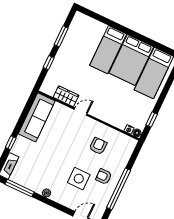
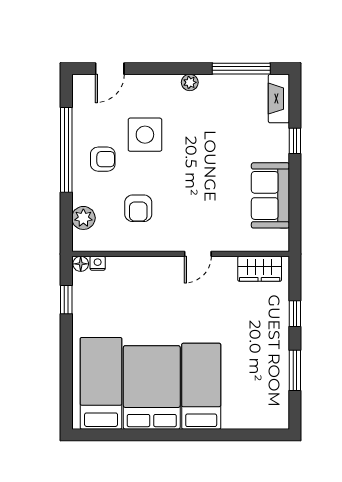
wardrobe: (66, 96) -> (260, 269), moved
sofa: (37, 117) -> (270, 195), width x0.73
plant: (126, 154) -> (83, 218), added

